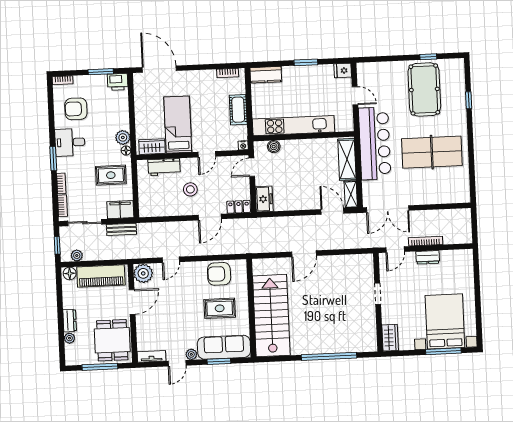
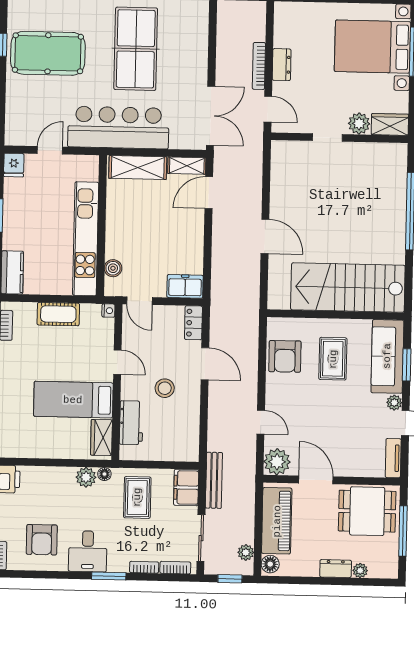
bench: (121, 229) -> (214, 480), width x1.36
plant: (389, 316) -> (359, 124), added

